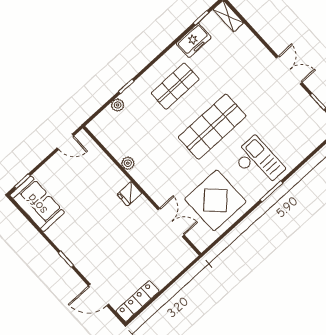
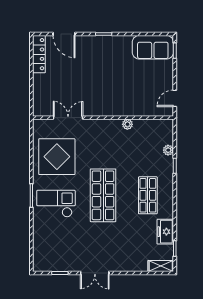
checkout: (259, 162) -> (56, 204), turned 180
fridge: (129, 194) -> (108, 108), removed
double door: (171, 222) -> (68, 118), swing flipped
door: (99, 295) -> (64, 34), swing flipped

